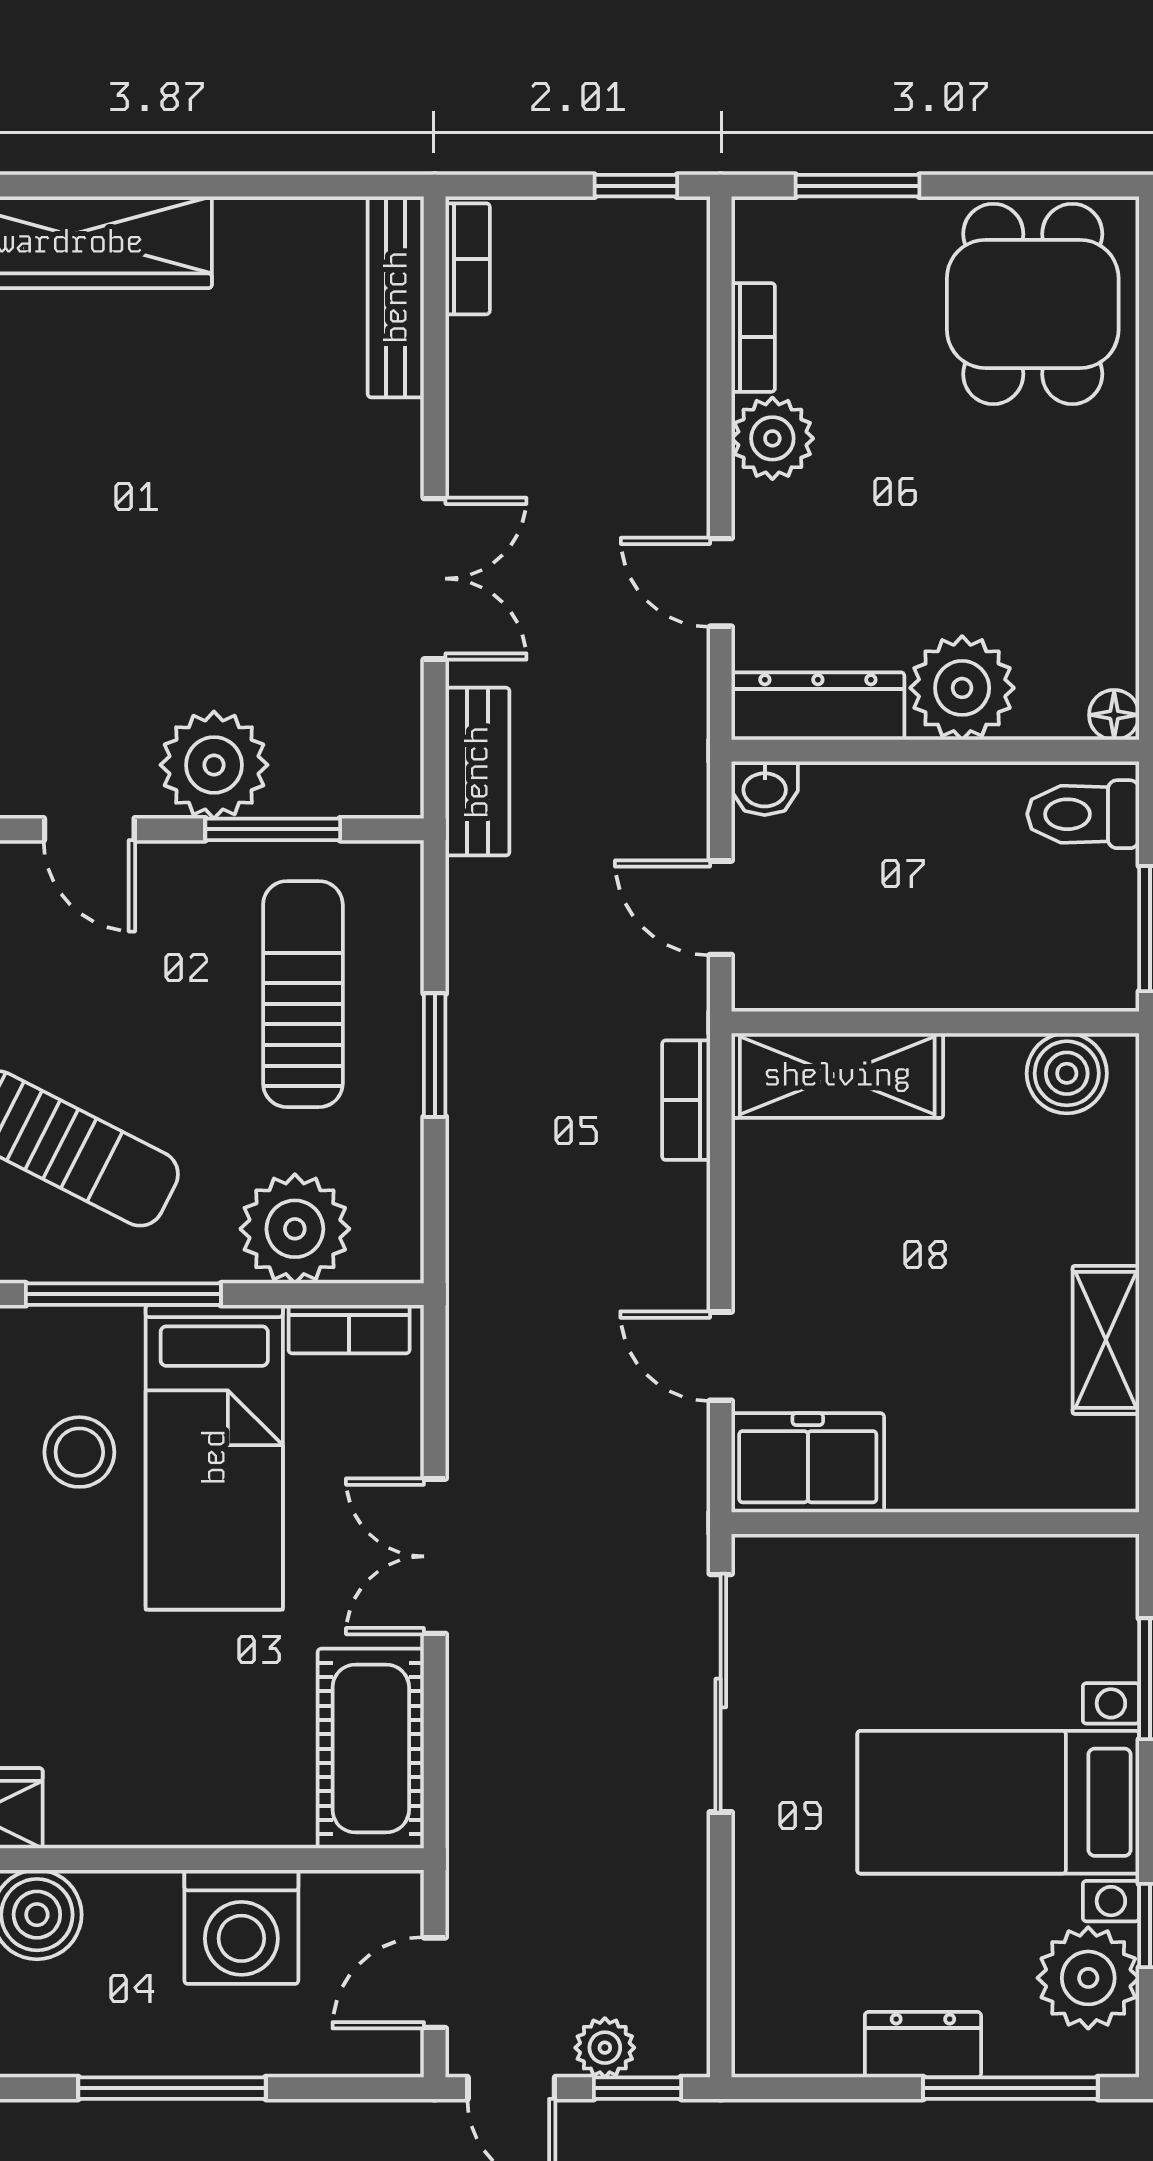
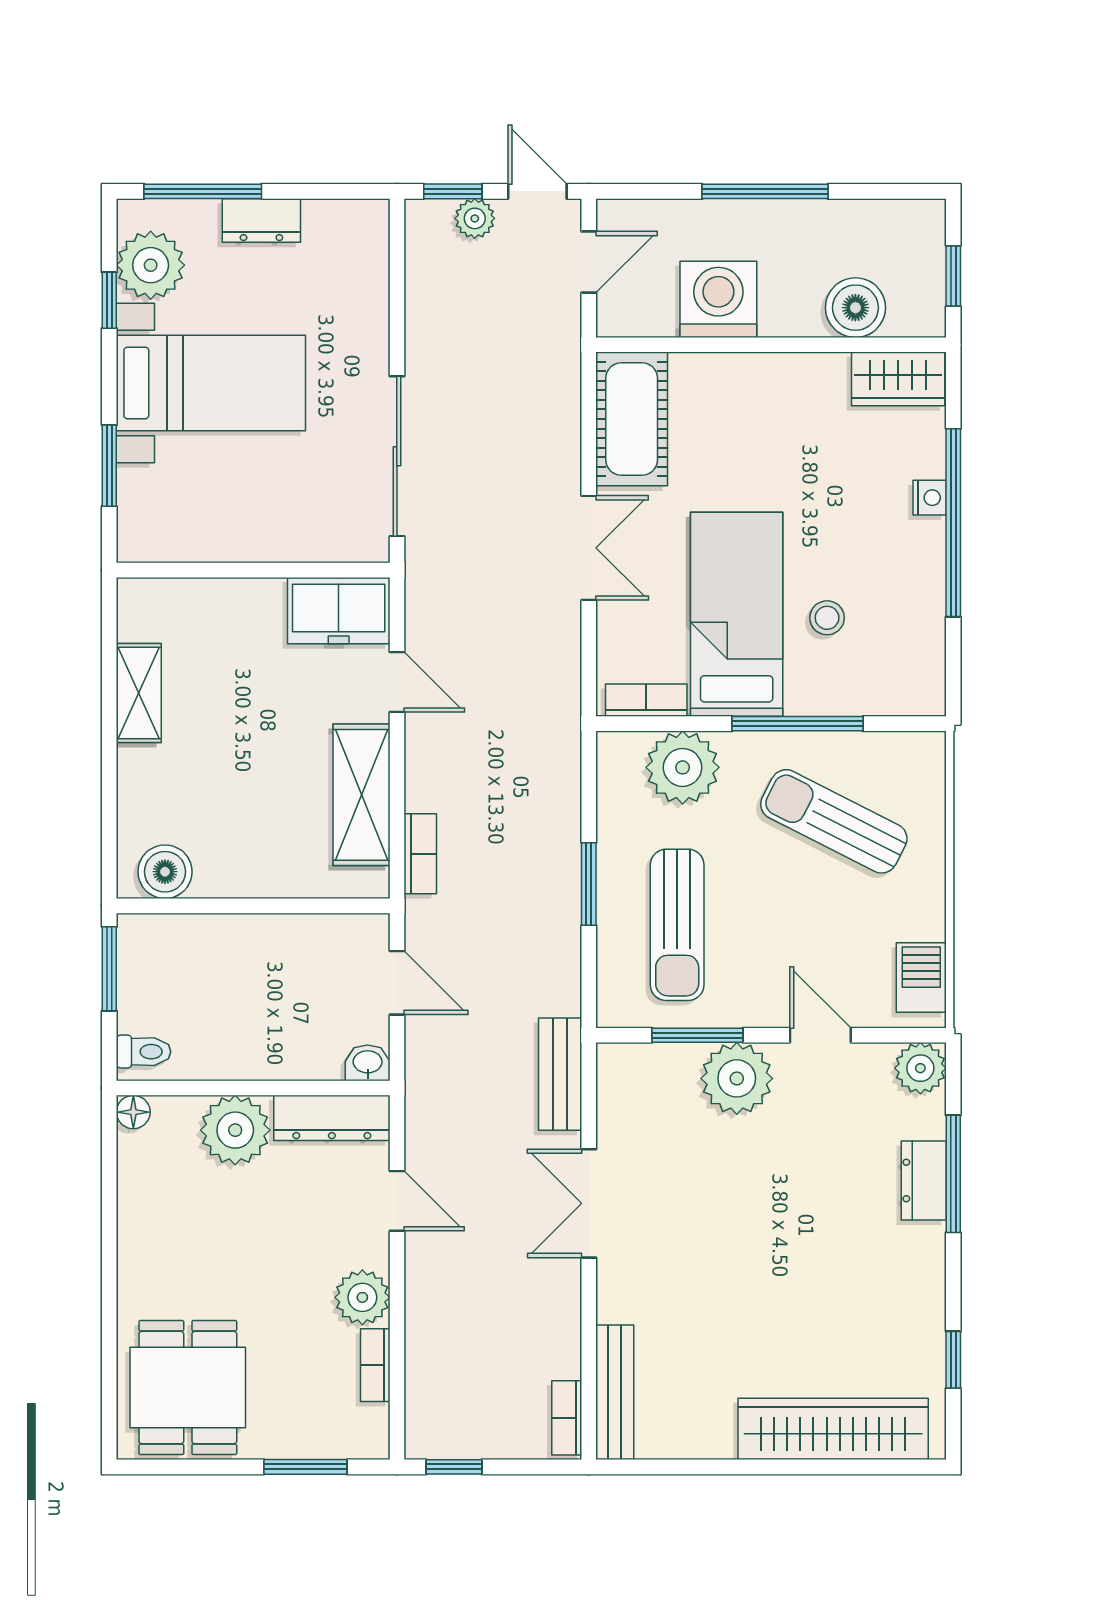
toilet: (1083, 814) -> (144, 1052), width x0.73, depth x0.72
shelving: (837, 1075) -> (361, 795), moved, turned 90
stool: (79, 1452) -> (827, 618), width x0.73, depth x0.73

